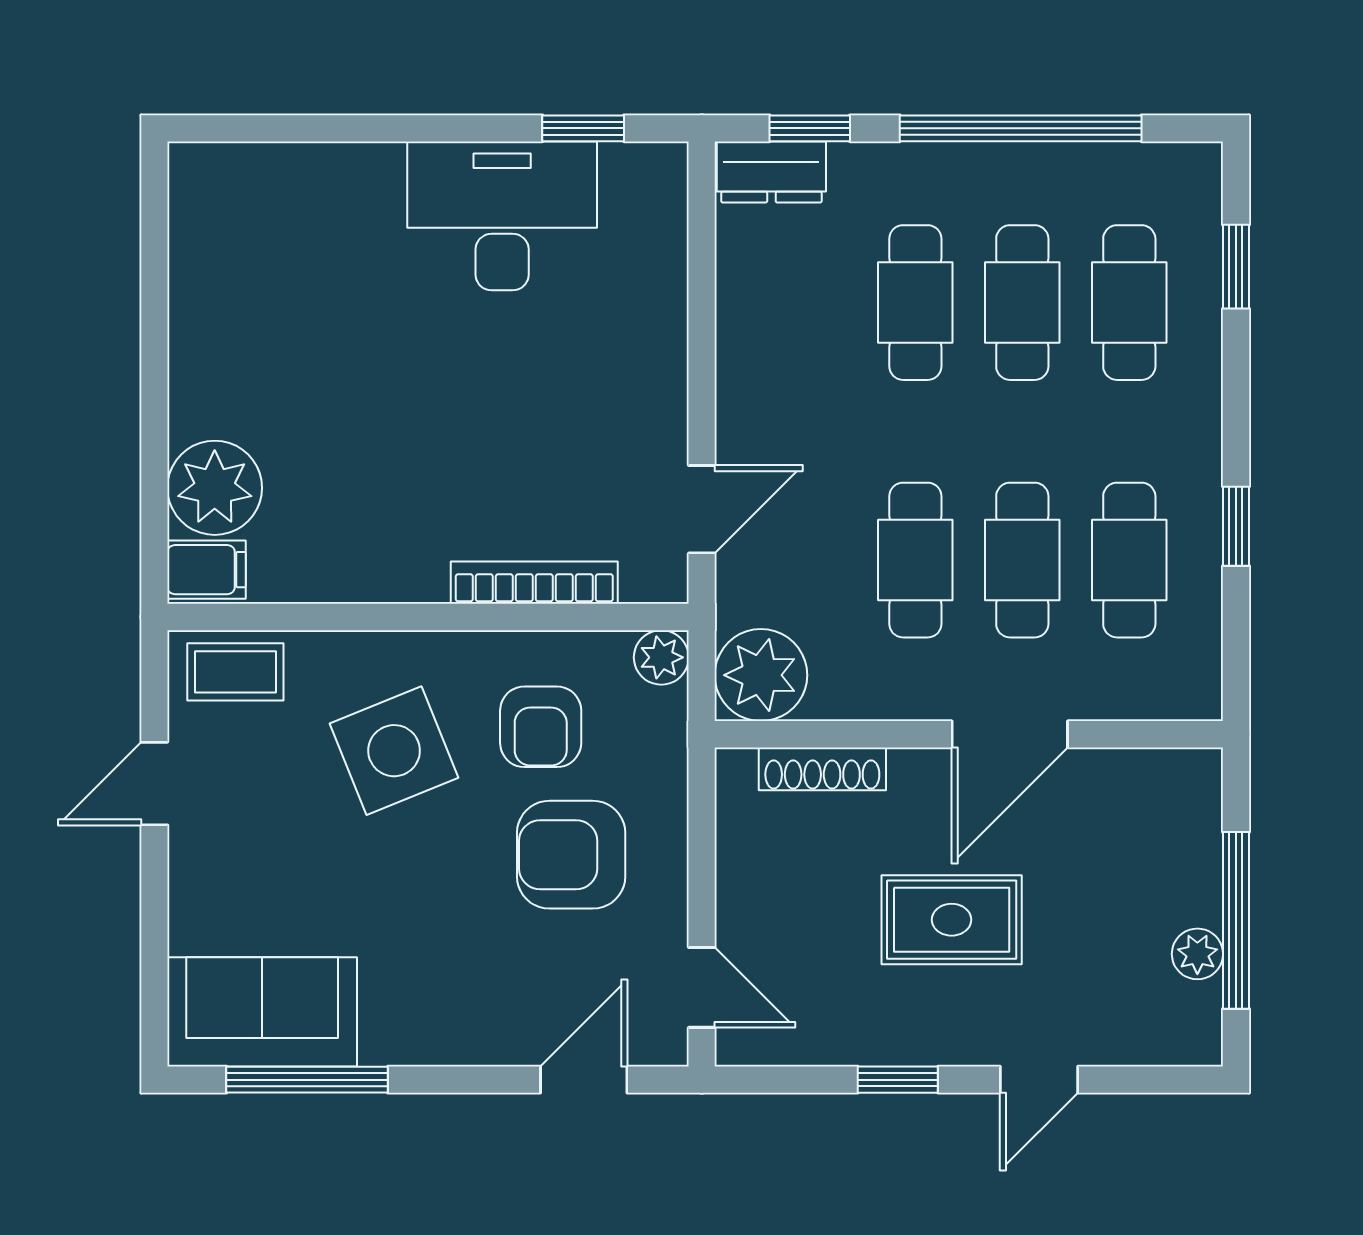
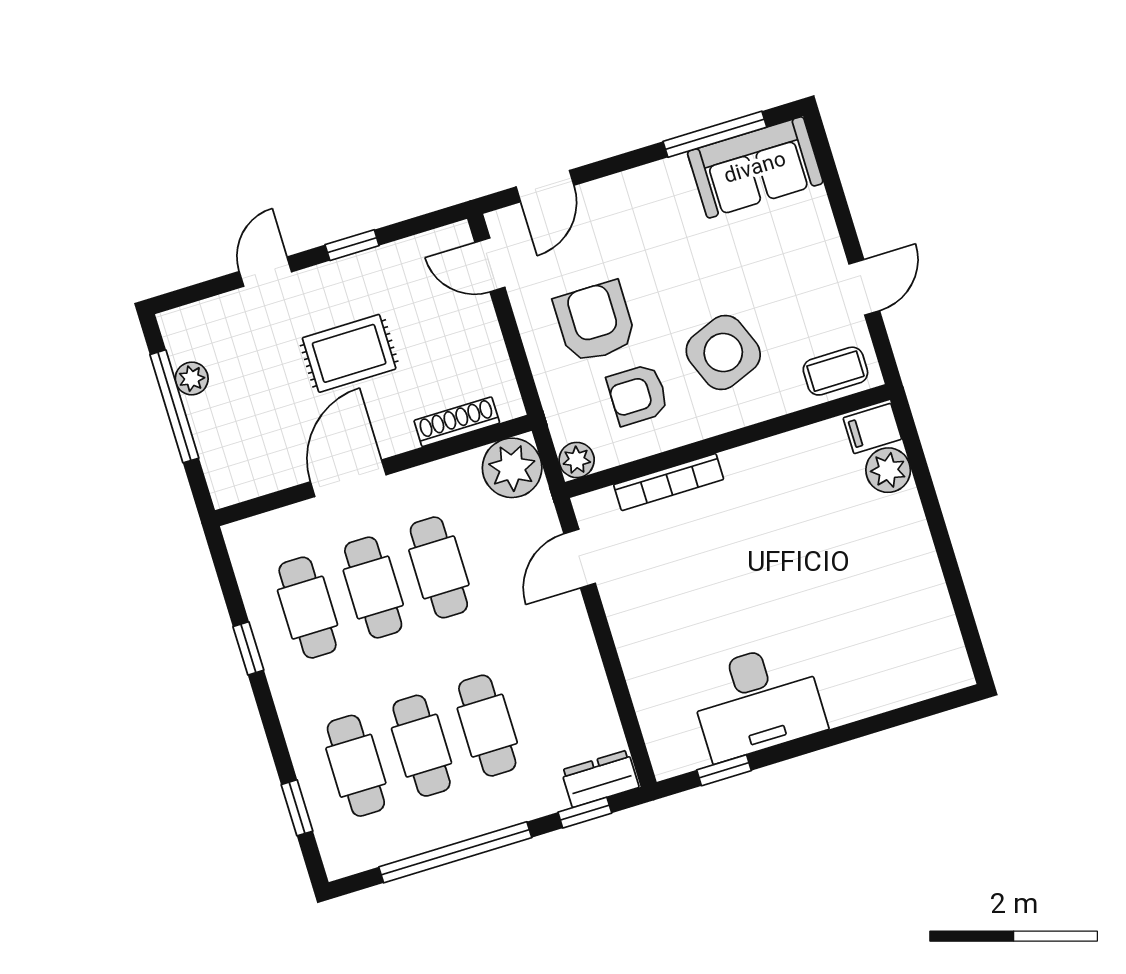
plant: (215, 488) -> (888, 470), width x0.73, depth x0.73
armchair: (541, 727) -> (638, 395), turned -90
armchair: (571, 855) -> (595, 322), turned -90

